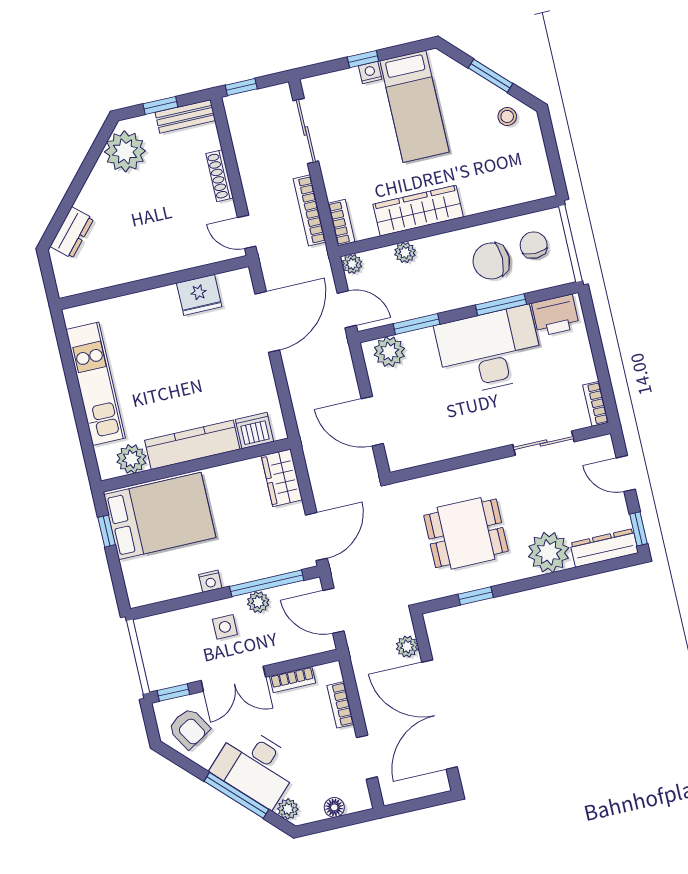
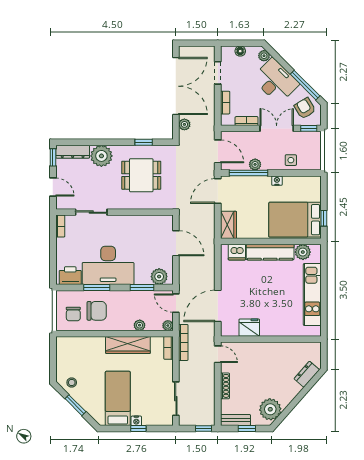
bookcase: (309, 210) -> (183, 342), moved
side table: (225, 627) -> (291, 160), moved
window: (236, 795) -> (305, 85), moved

